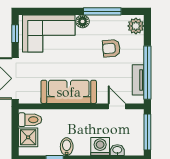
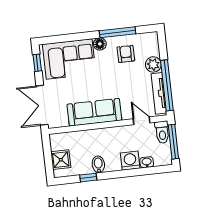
plant: (136, 26) -> (153, 64), moved
armchair: (111, 48) -> (126, 54), moved, turned 95
tv unit: (138, 80) -> (159, 93), width x1.41
toilet: (30, 120) -> (162, 132), moved, turned 90

